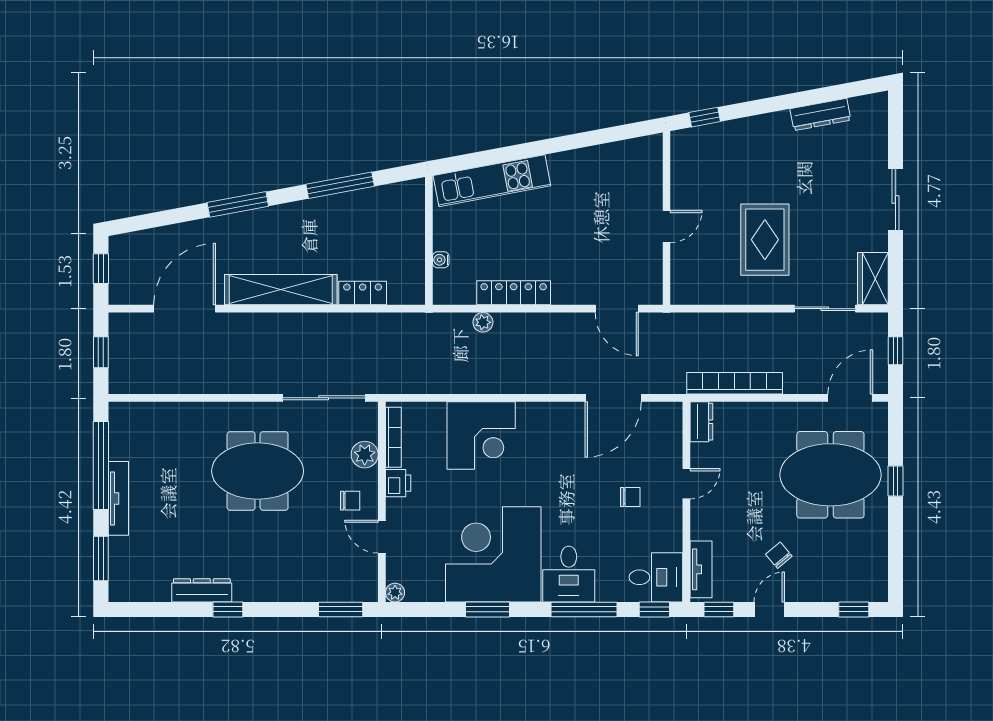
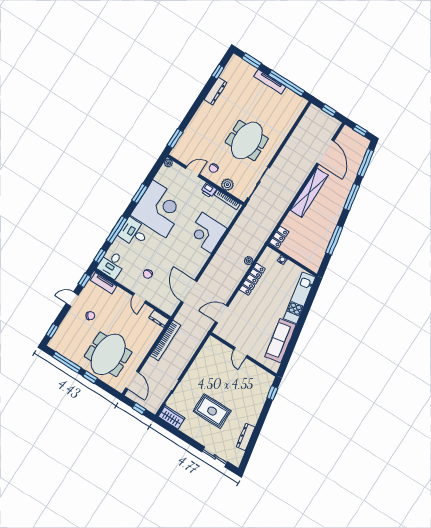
sofa: (596, 165) -> (280, 341), added
sliding door: (895, 200) -> (215, 457), moved
window: (156, 220) -> (365, 163), added
rug: (765, 240) -> (212, 411), moved
locker: (363, 293) -> (279, 237), moved
window: (895, 544) -> (67, 362), added
window: (228, 609) -> (218, 72), moved
door: (769, 609) -> (72, 299), swing flipped

